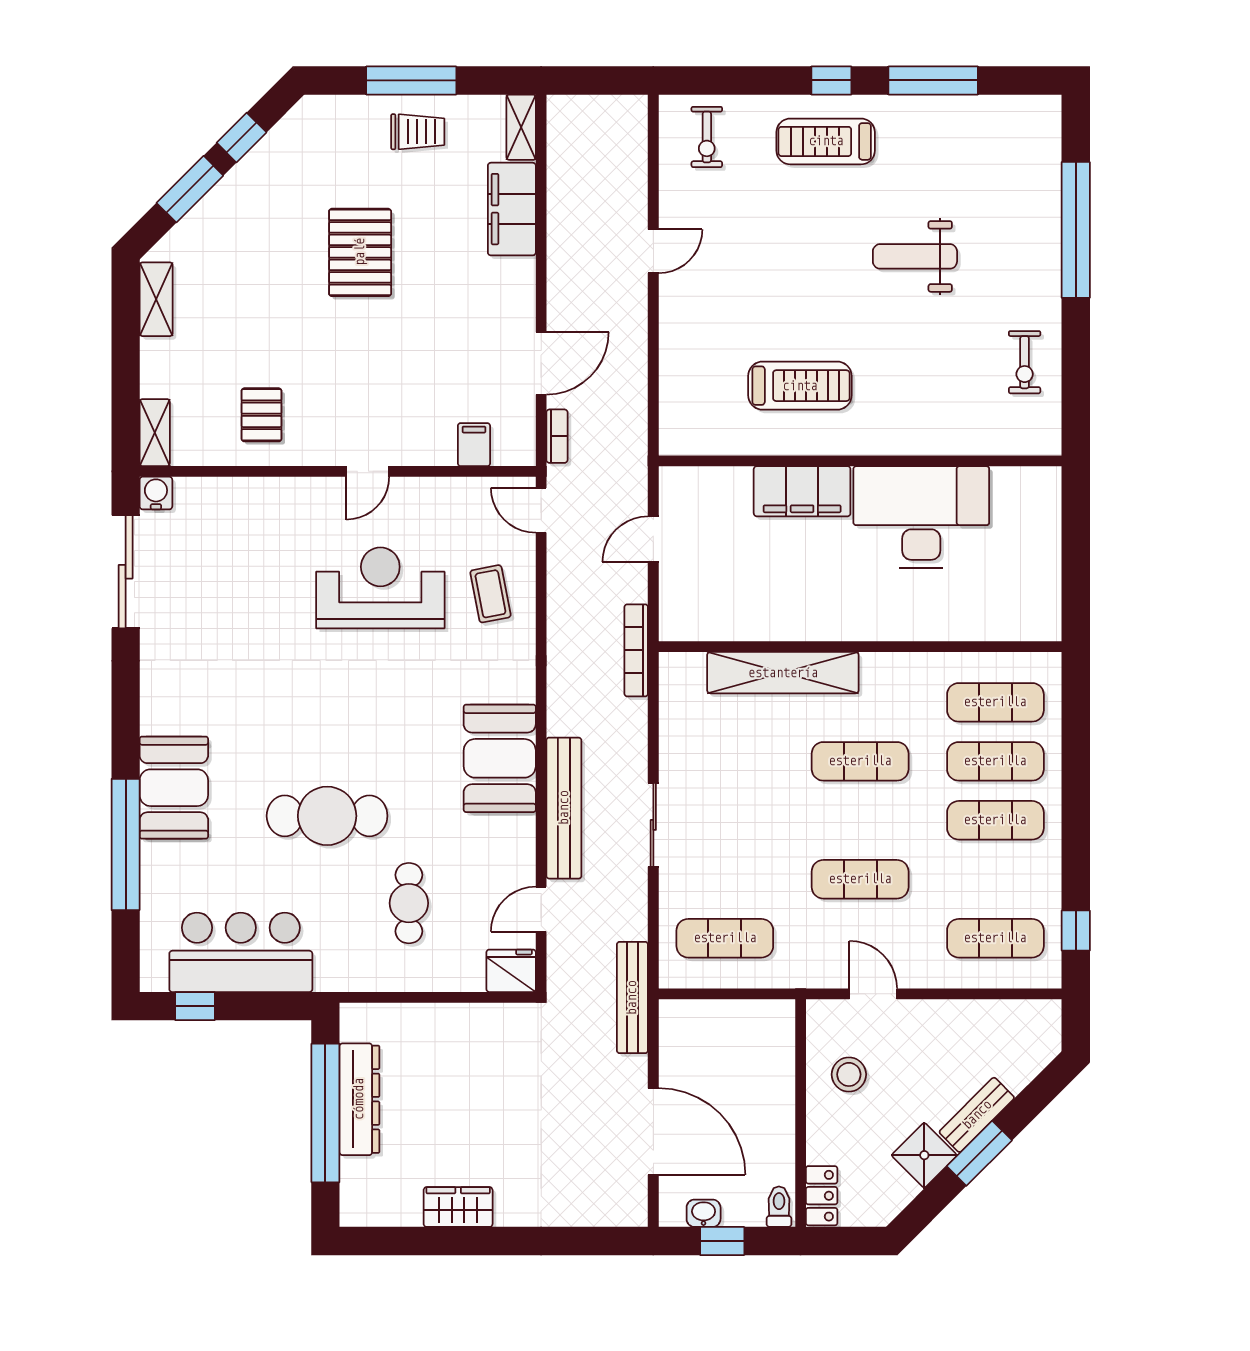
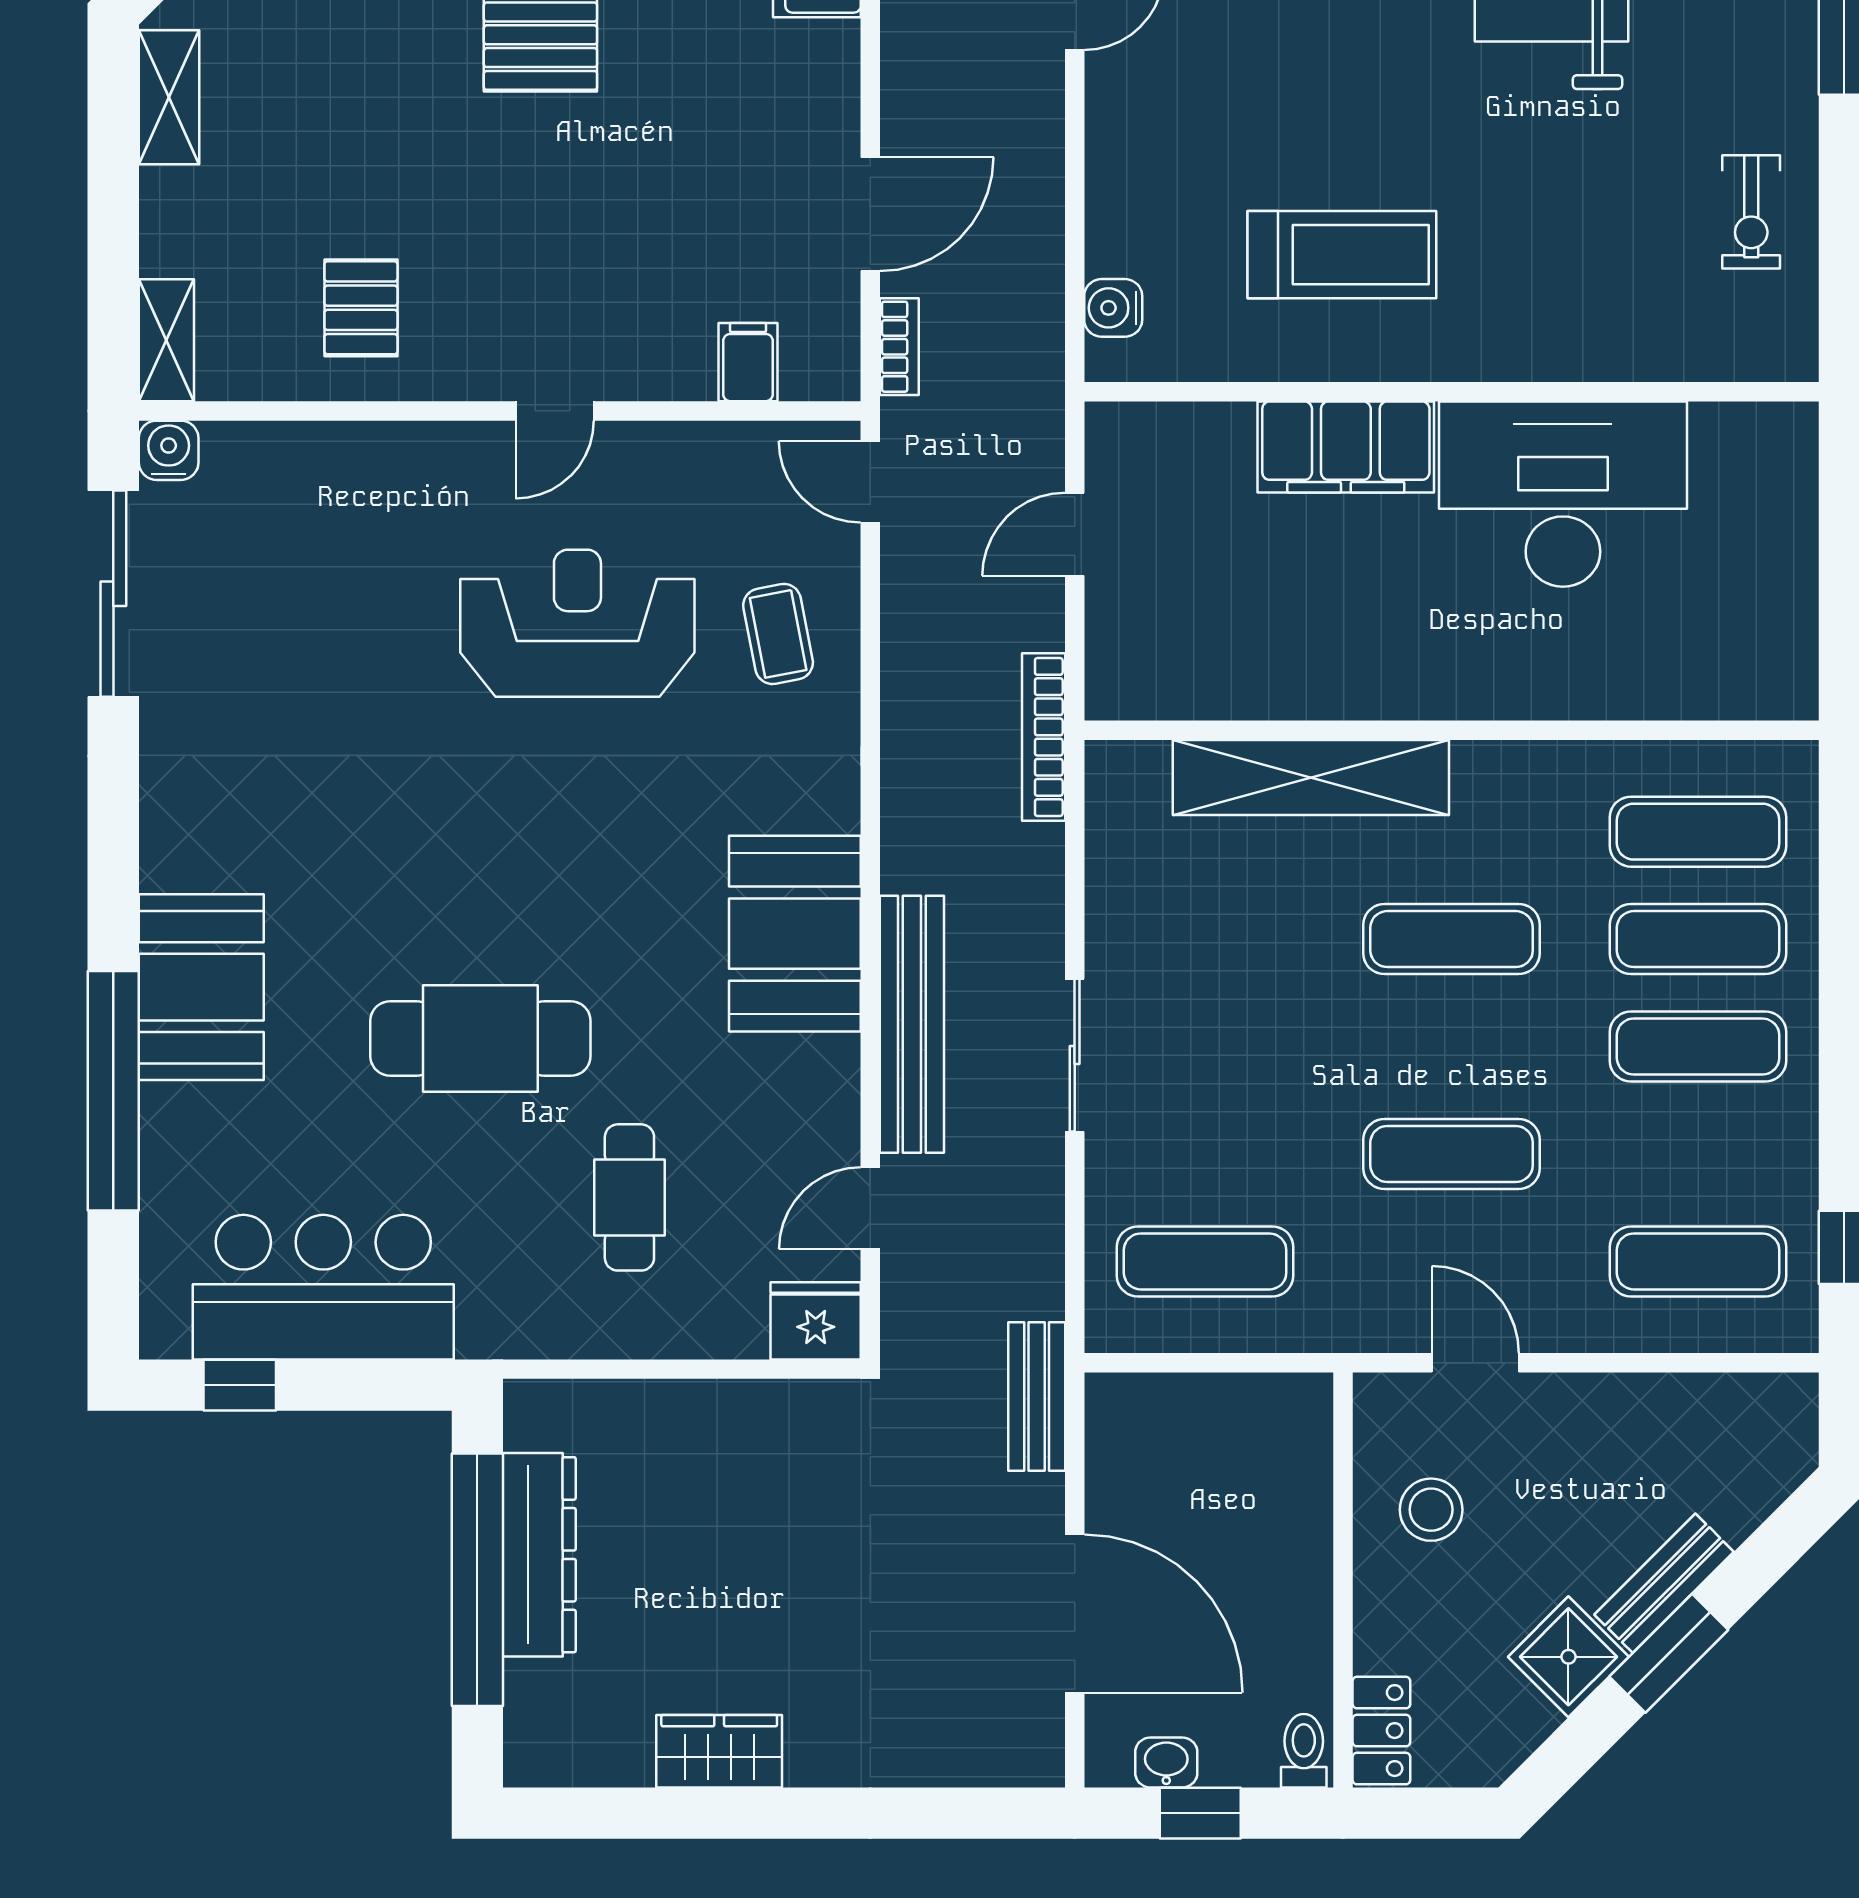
water cooler: (674, 415) -> (1113, 308), added
bench: (632, 998) -> (1037, 1397), width x0.73

